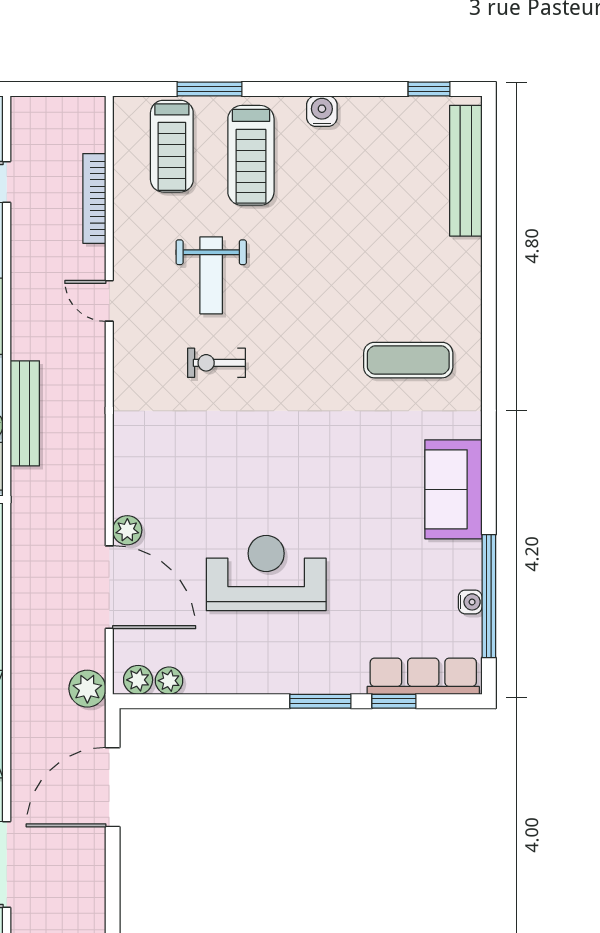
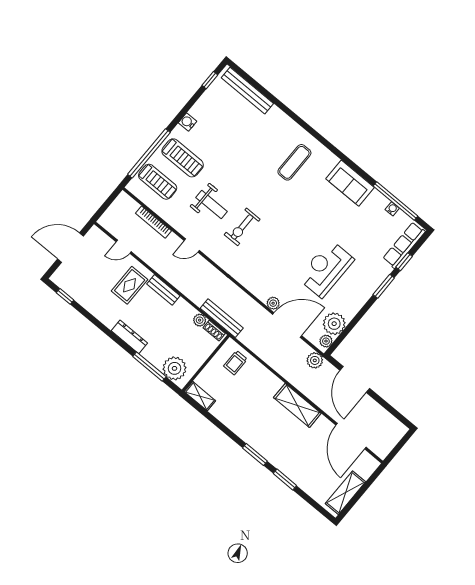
window: (210, 89) -> (149, 153), width x2.11
exercise bike: (217, 363) -> (242, 227), width x1.38, depth x1.39
bench: (25, 413) -> (222, 318), moved
plant: (169, 681) -> (334, 324), width x1.88, depth x1.88

